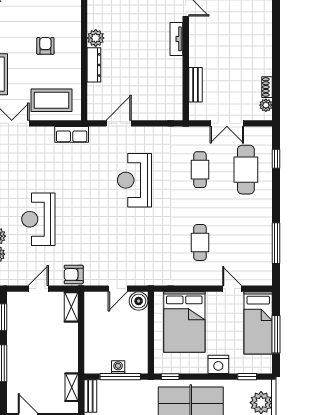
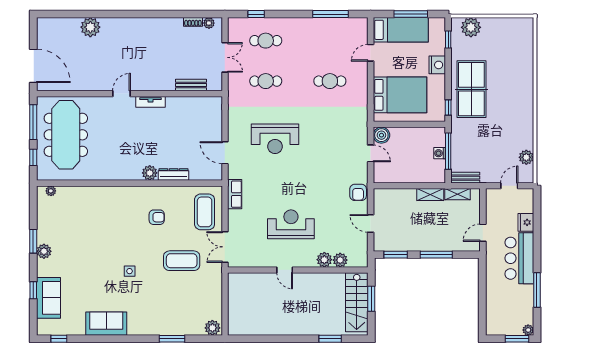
armchair: (45, 46) -> (157, 217), turned 180
cafe table: (246, 170) -> (266, 41), width x0.73, depth x0.74
reception desk: (38, 219) -> (291, 224), moved, turned 180
shelving: (71, 307) -> (430, 194), moved

